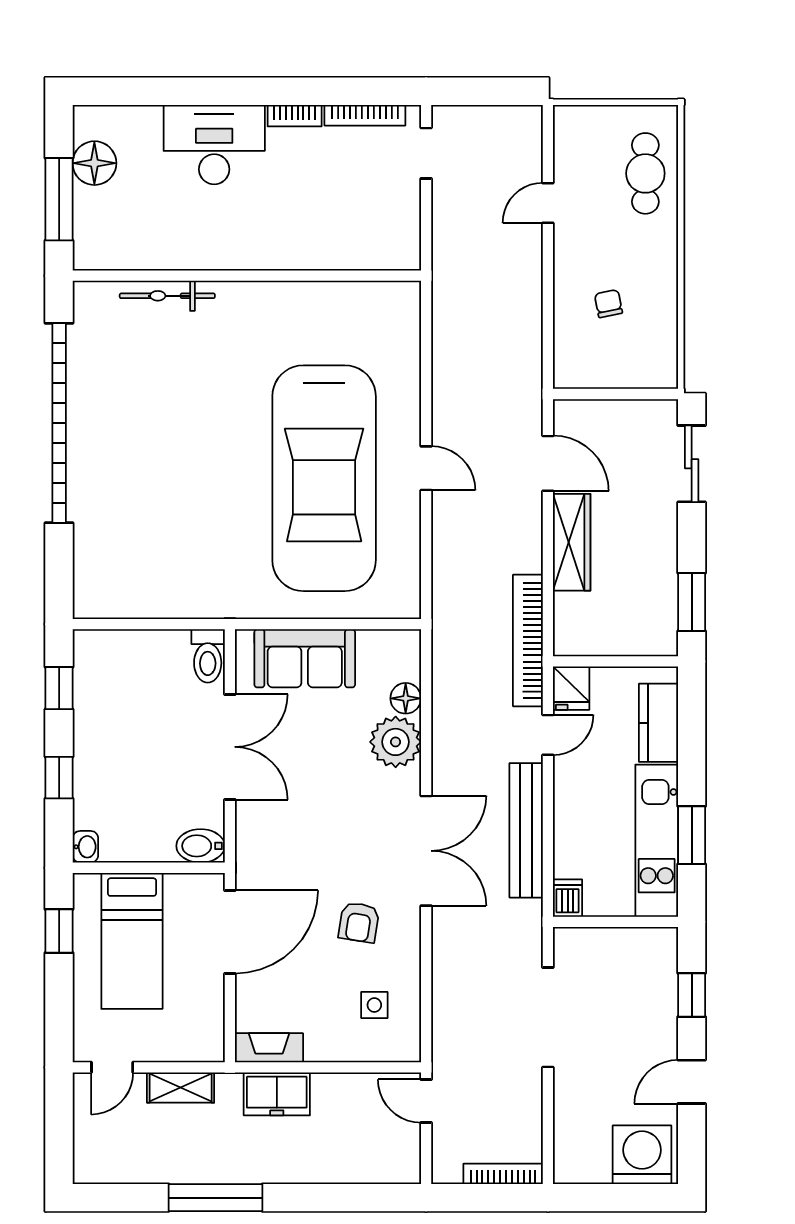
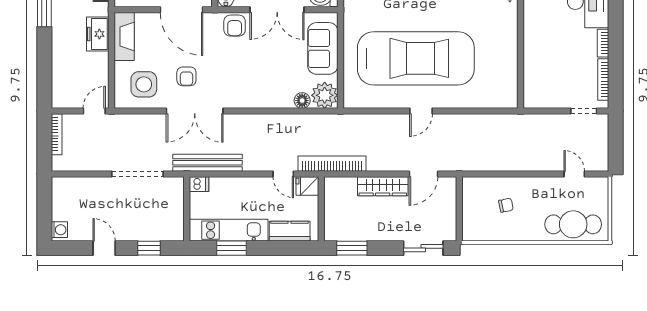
cafe table: (645, 173) -> (573, 224), width x1.37, depth x1.35
door: (548, 203) -> (574, 174), moved
car: (324, 478) -> (416, 58), turned 180
plant: (396, 742) -> (325, 95), moved
armchair: (260, 829) -> (235, 26), added
bench: (526, 830) -> (207, 163), moved
double door: (426, 851) -> (195, 111), moved
armchair: (359, 922) -> (186, 76), turned -99
side table: (374, 1005) -> (144, 84), width x1.87, depth x1.87
fireplace: (269, 1048) -> (124, 36), width x1.37, depth x1.32
washing machine: (642, 1155) -> (59, 230), width x0.53, depth x0.53
bookcase: (503, 1174) -> (57, 134), moved

